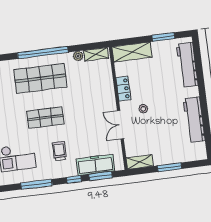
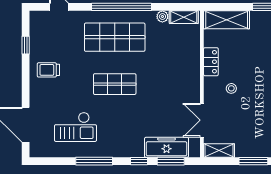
double door: (120, 125) -> (202, 120), moved
trolley: (59, 151) -> (126, 125), removed

